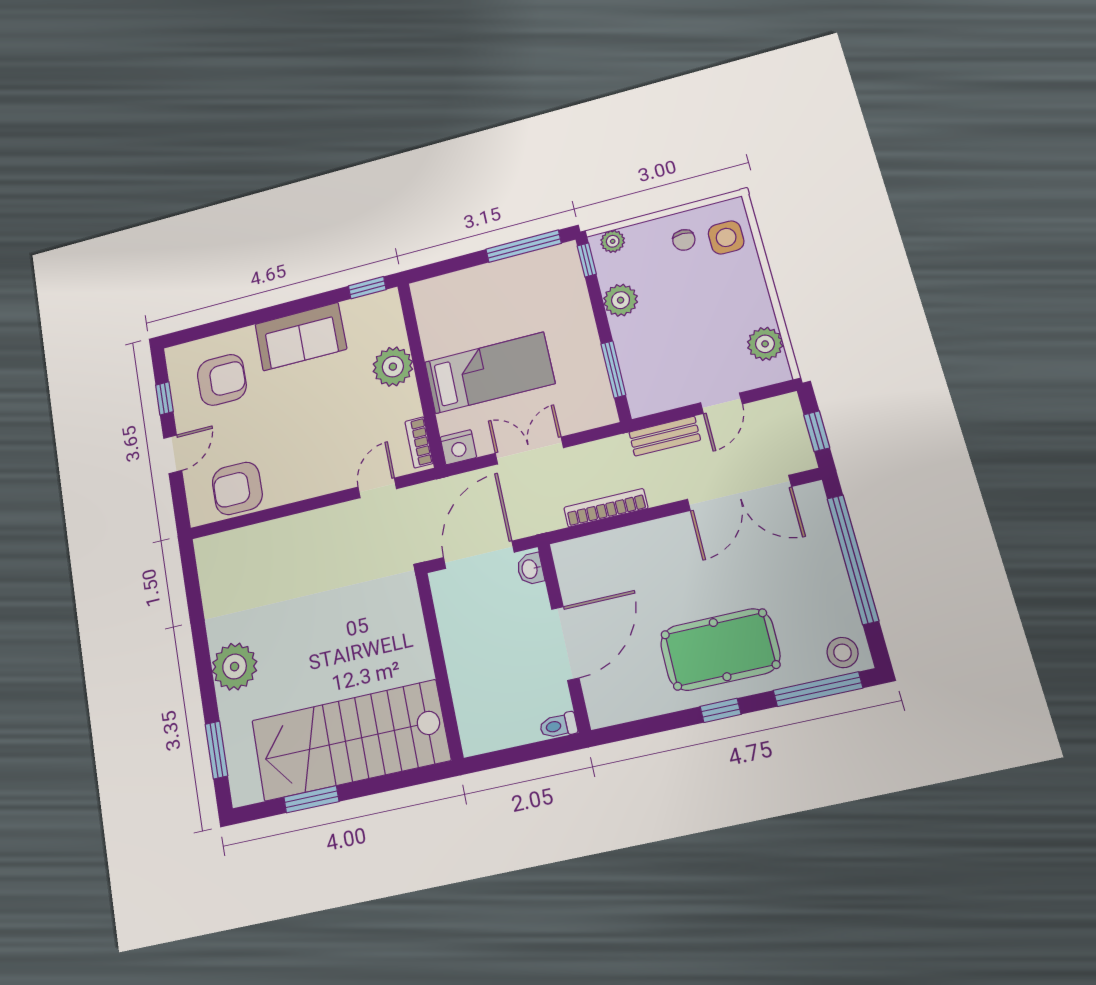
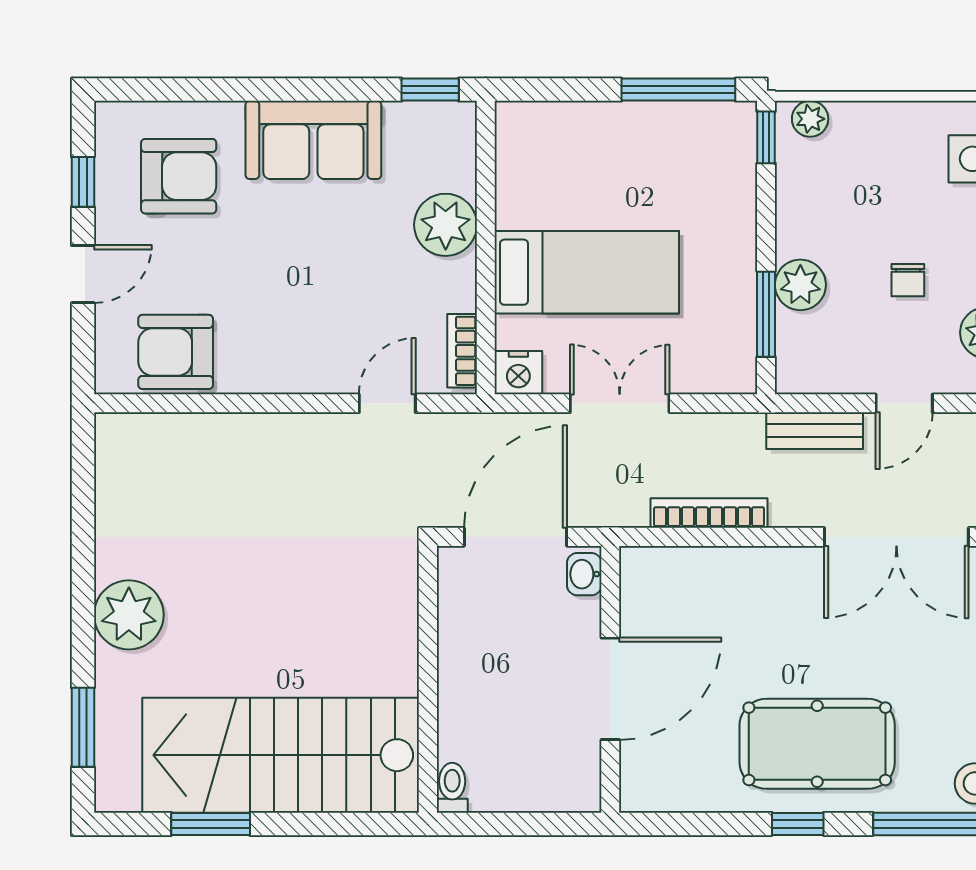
chair: (684, 240) -> (908, 280), moved
plant: (621, 300) -> (800, 285), moved
toilet: (558, 726) -> (452, 788), moved, turned 90

